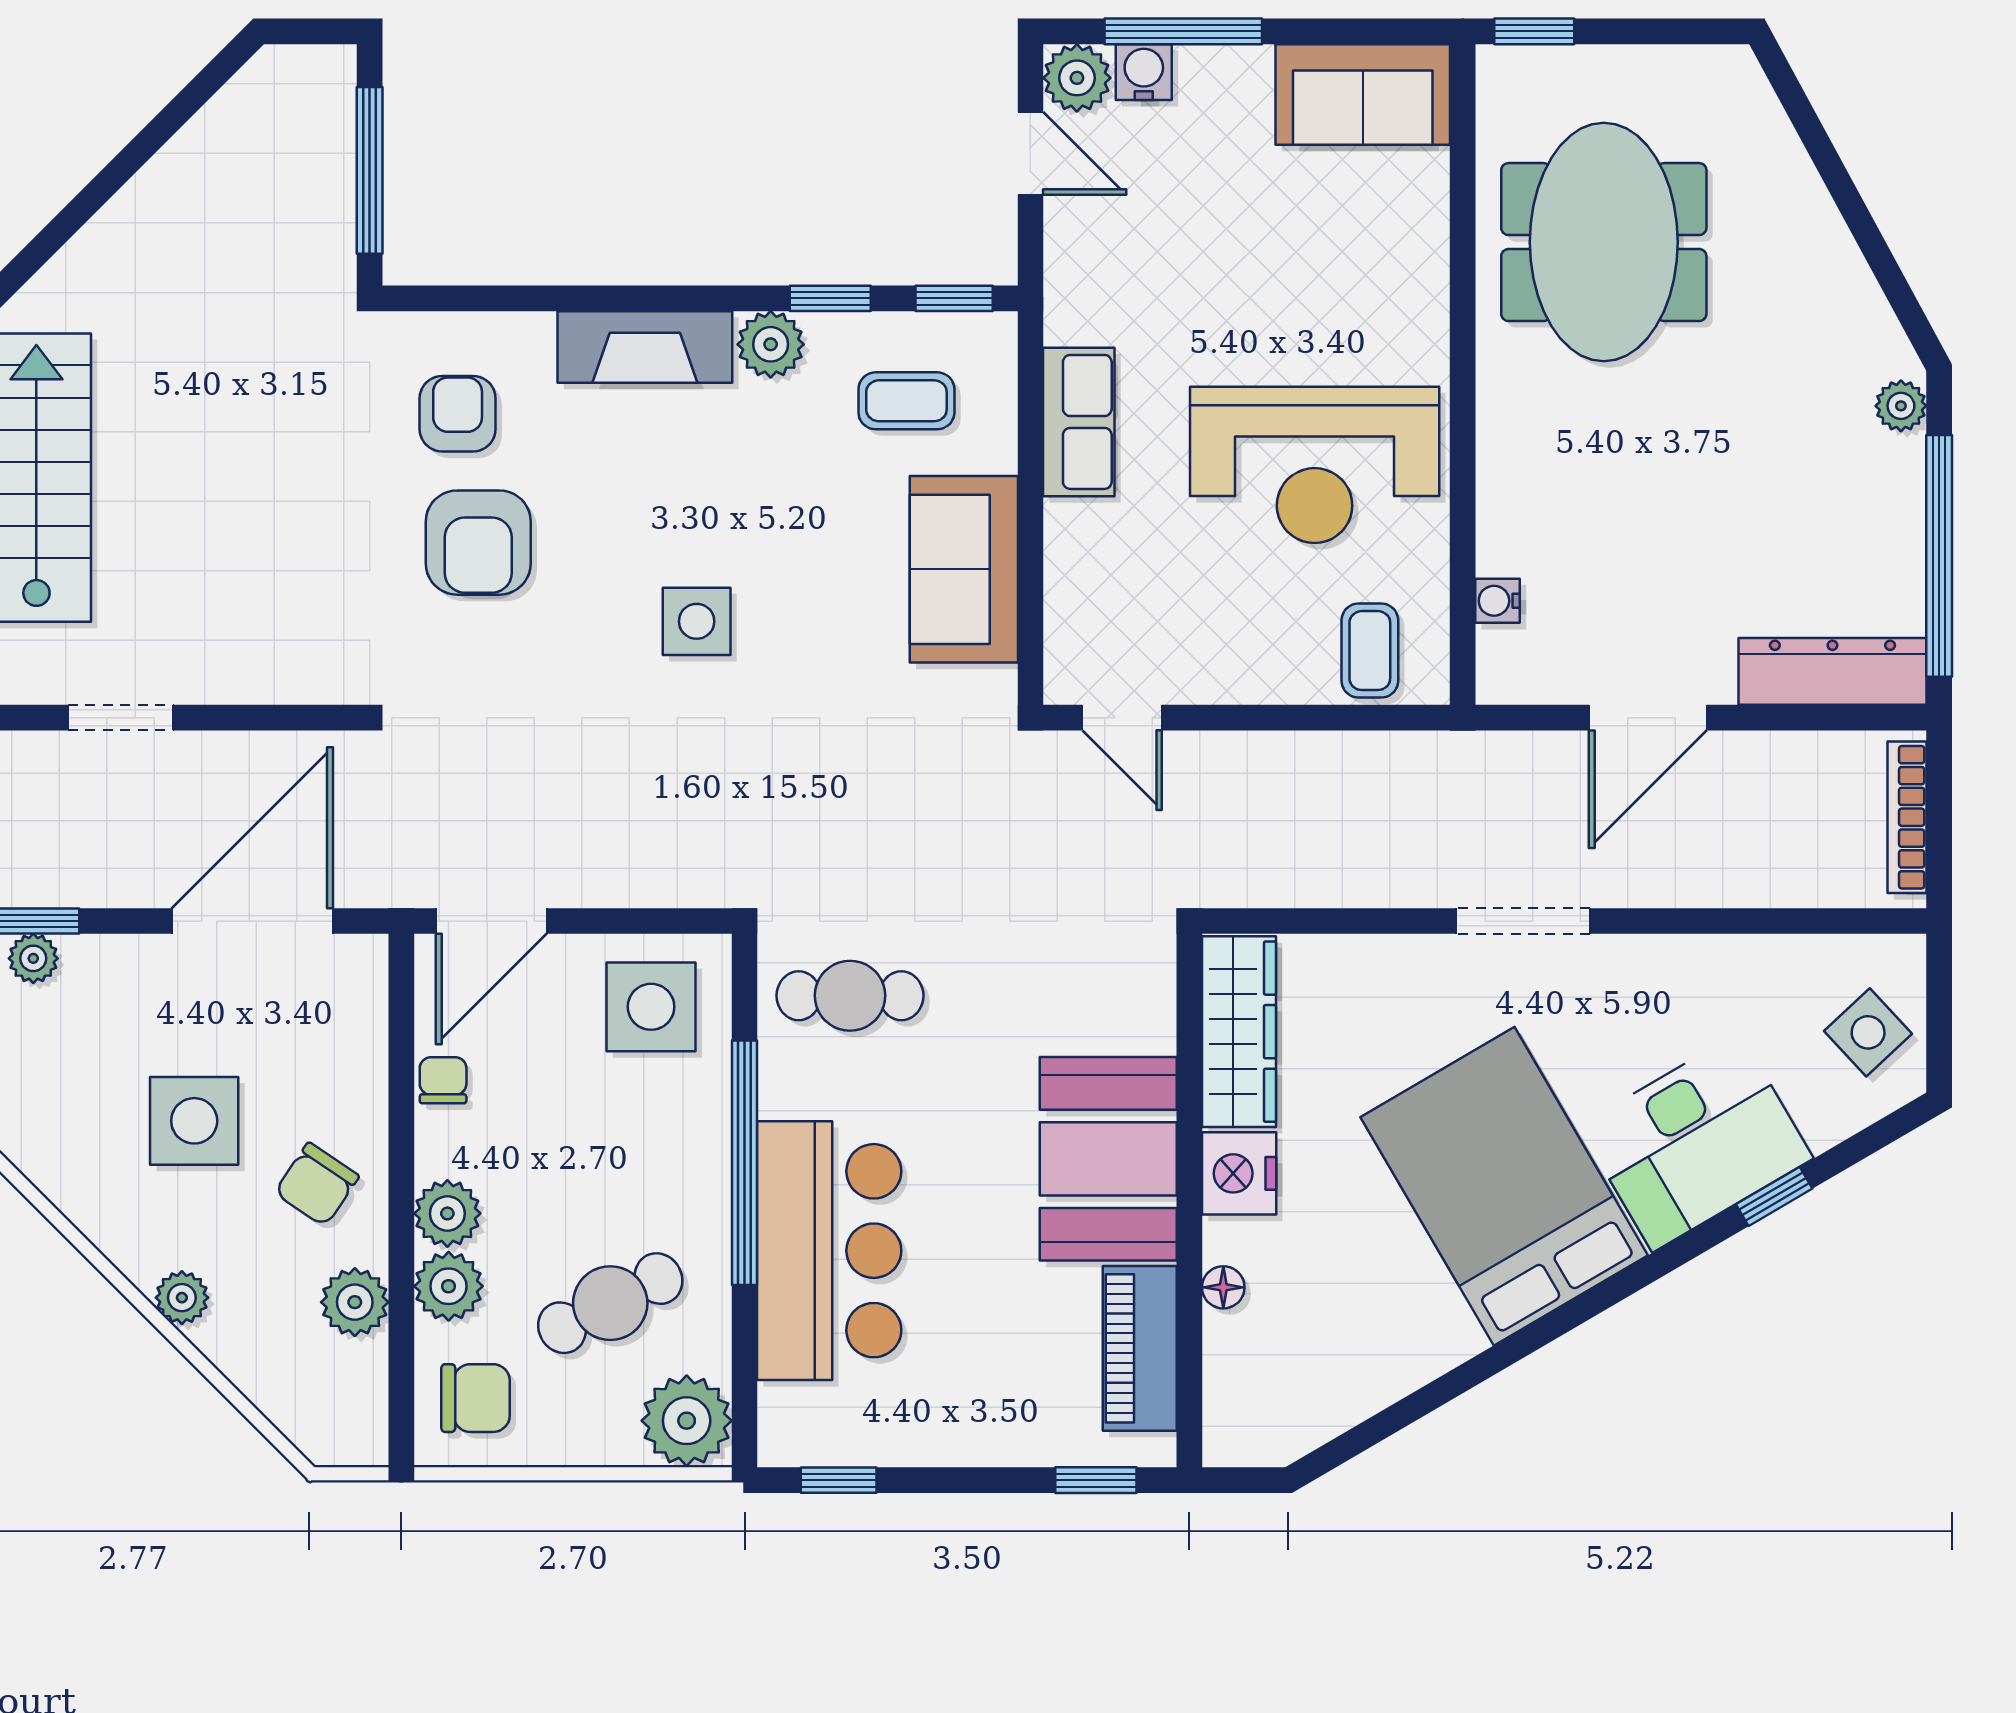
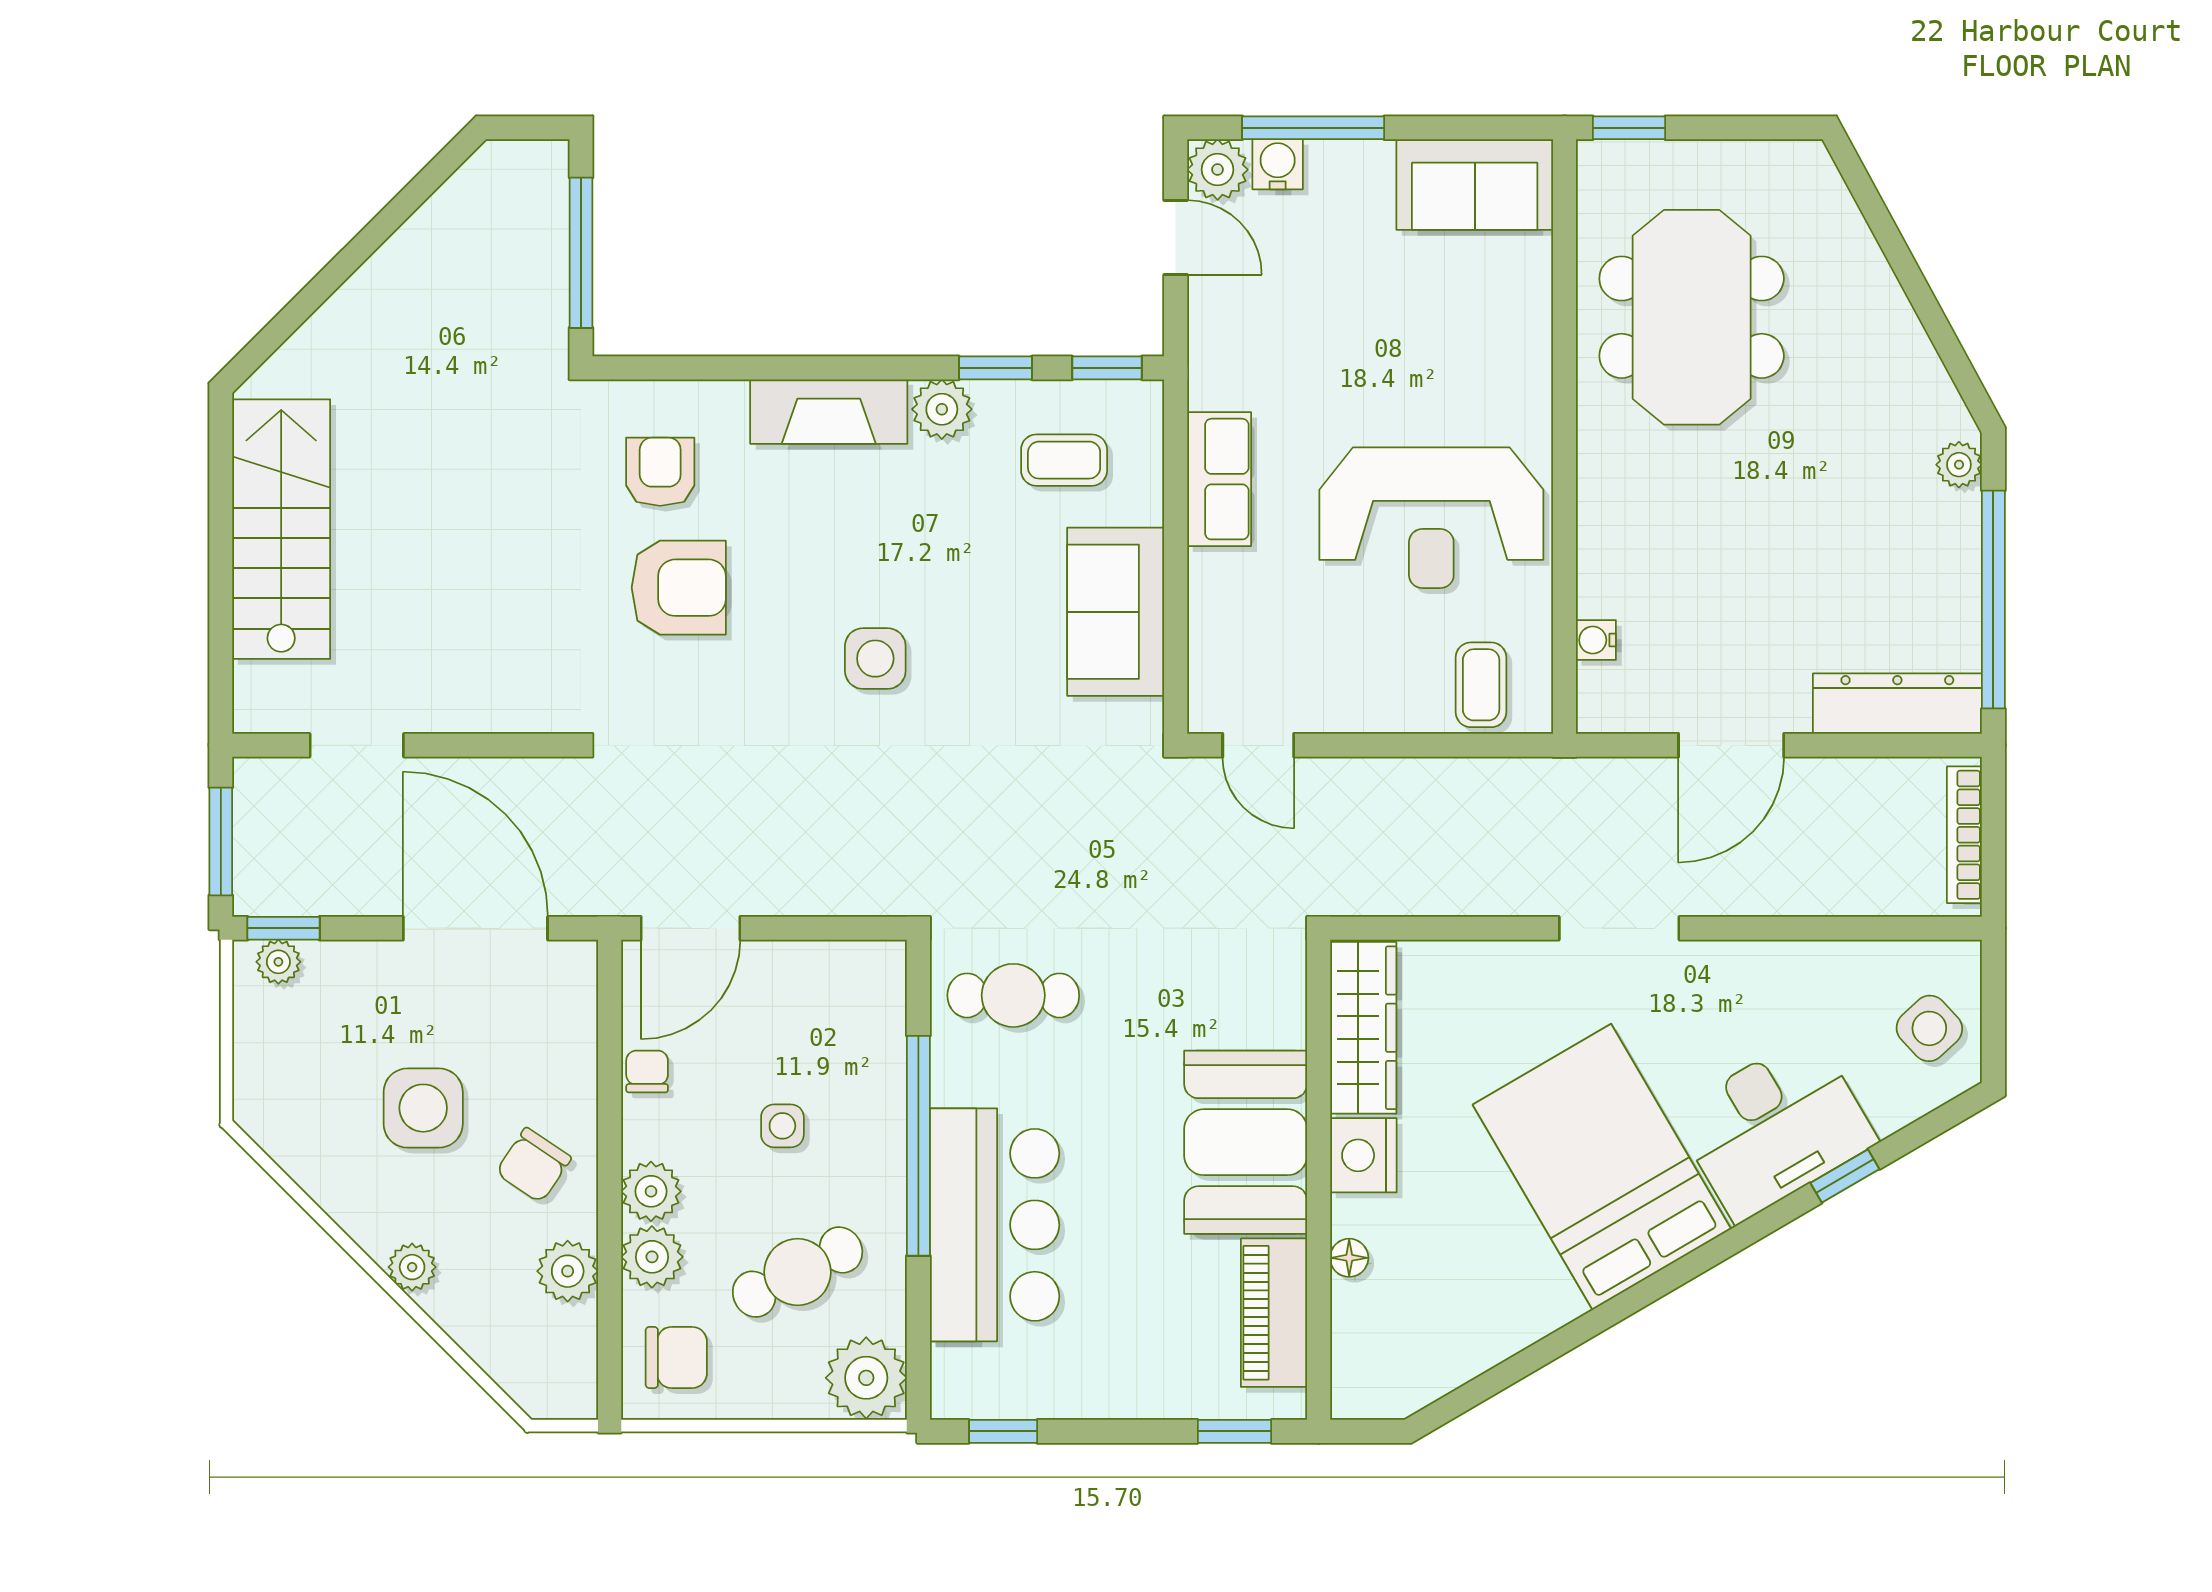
armchair: (478, 543) -> (679, 588), turned -90
door: (252, 921) -> (475, 928), hinge flipped
side table: (651, 1007) -> (782, 1126), moved, width x0.54, depth x0.54

